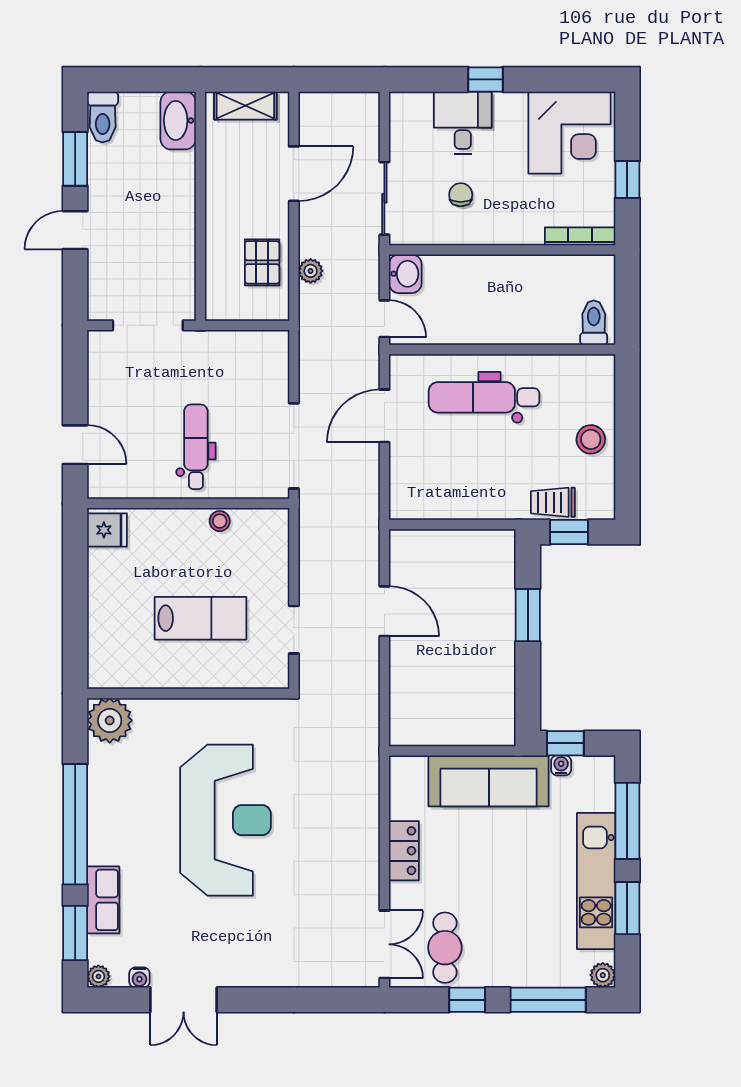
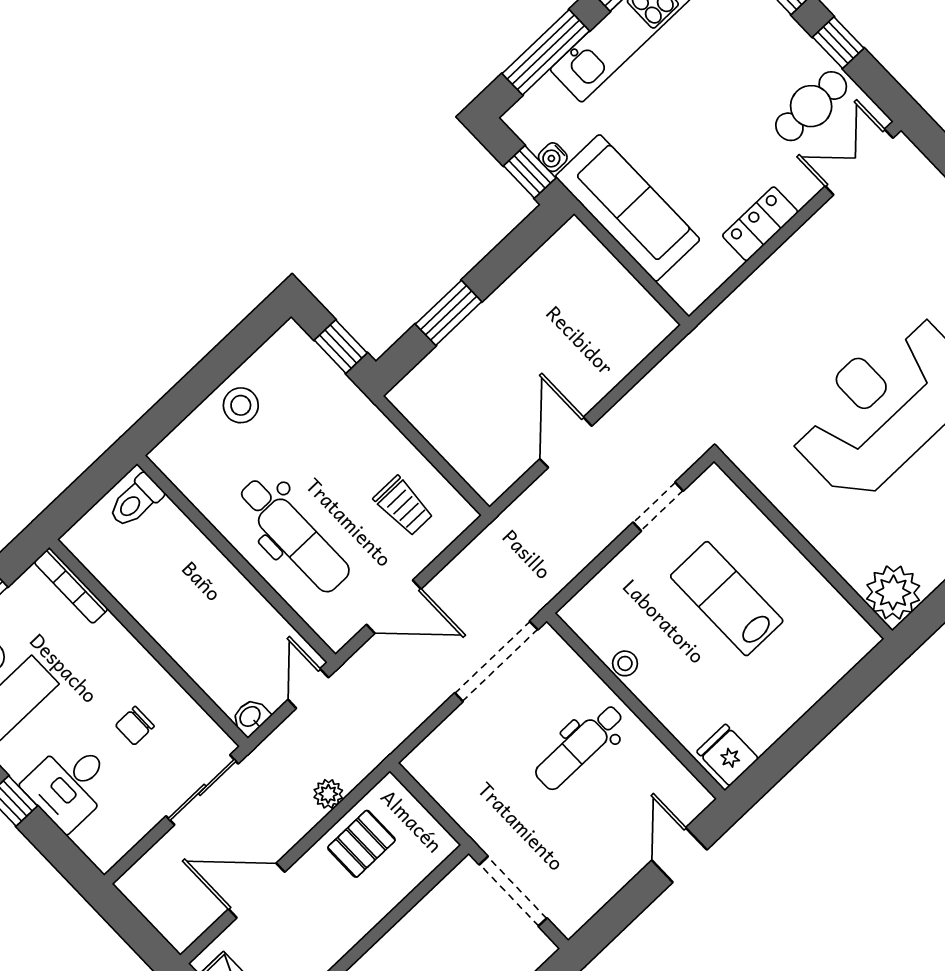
washbasin: (405, 274) -> (251, 717), width x0.72, depth x0.69
trolley: (553, 502) -> (403, 506), moved

